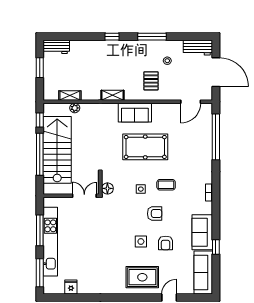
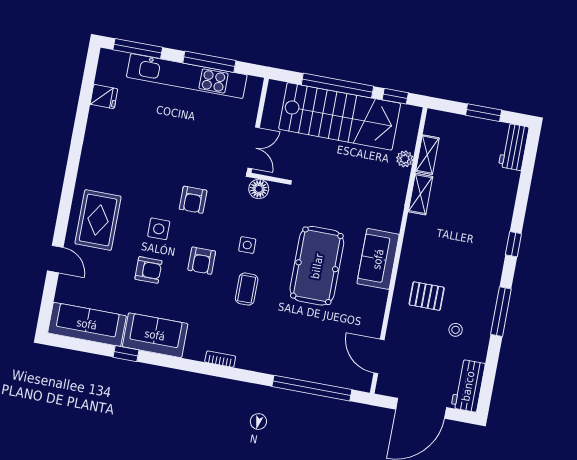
shelving: (113, 95) -> (420, 194), moved
armchair: (121, 225) -> (193, 200), added
armchair: (166, 243) -> (148, 270), turned 180

